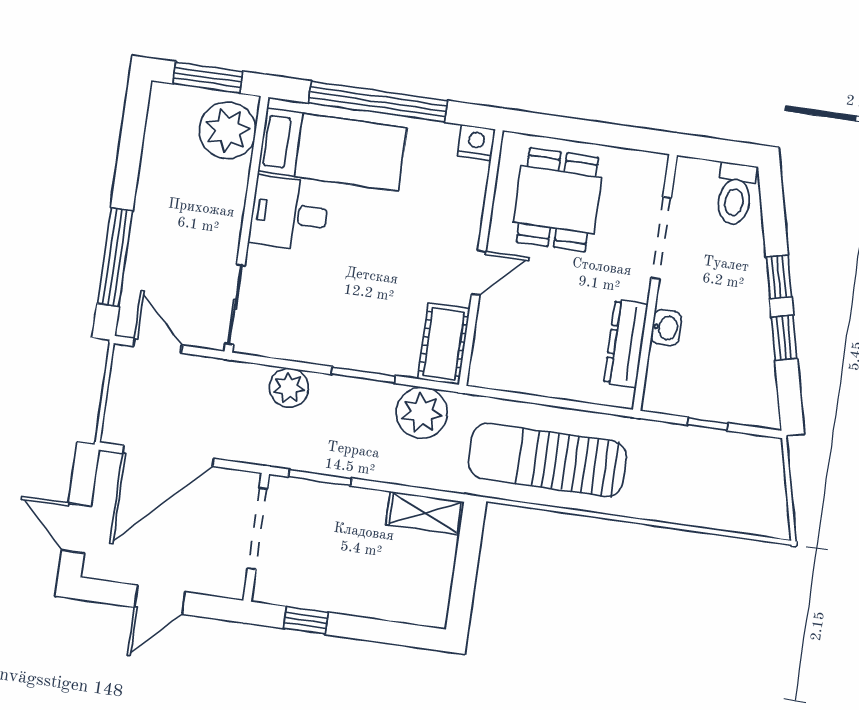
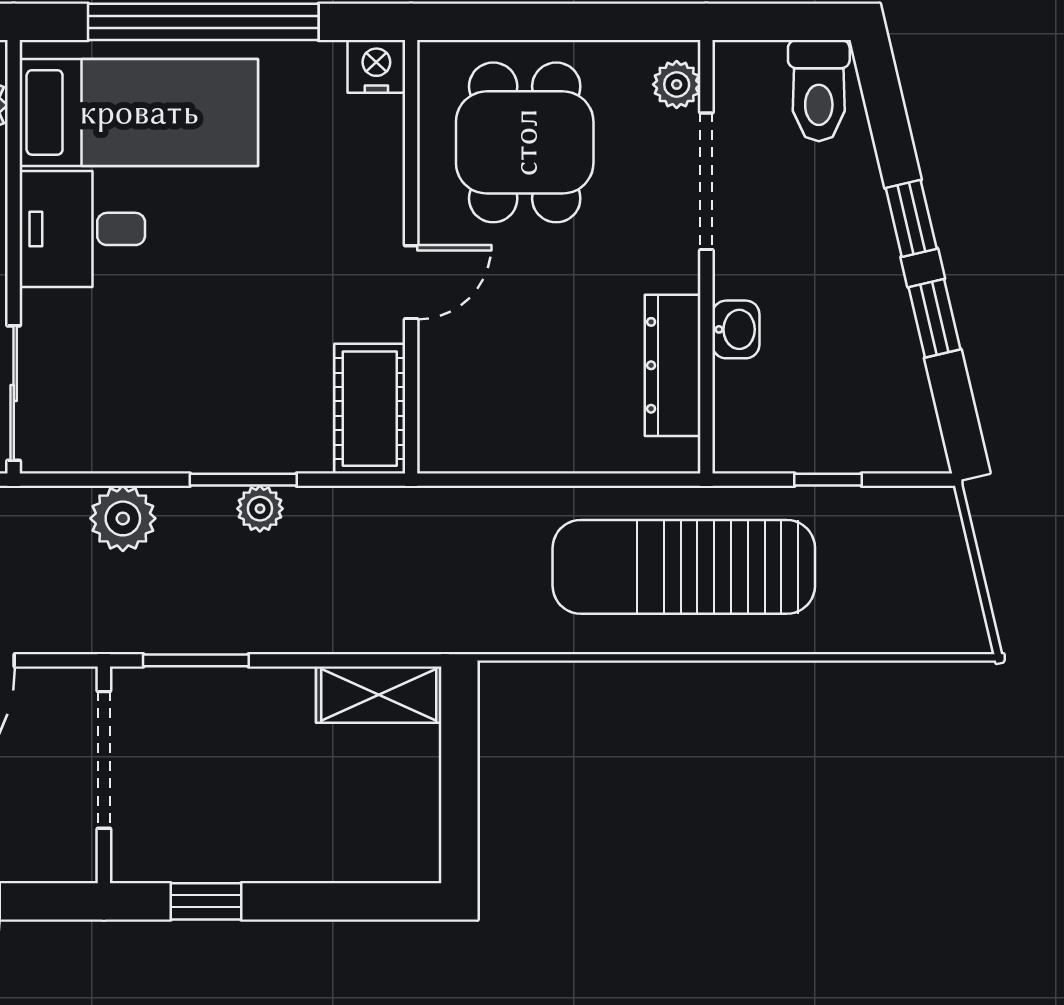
plant: (652, 178) -> (677, 84), added
plant: (422, 413) -> (260, 509), moved, width x0.53, depth x0.53
sun lounger: (547, 460) -> (684, 567), moved

